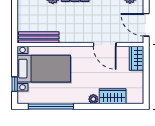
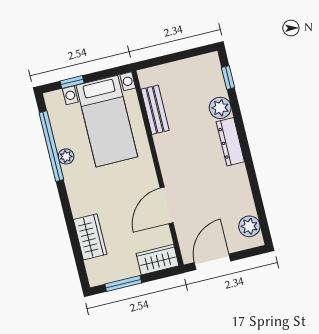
bench: (39, 37) -> (155, 110), width x0.73
window: (146, 83) -> (123, 284), added
plant: (93, 99) -> (66, 156), moved

